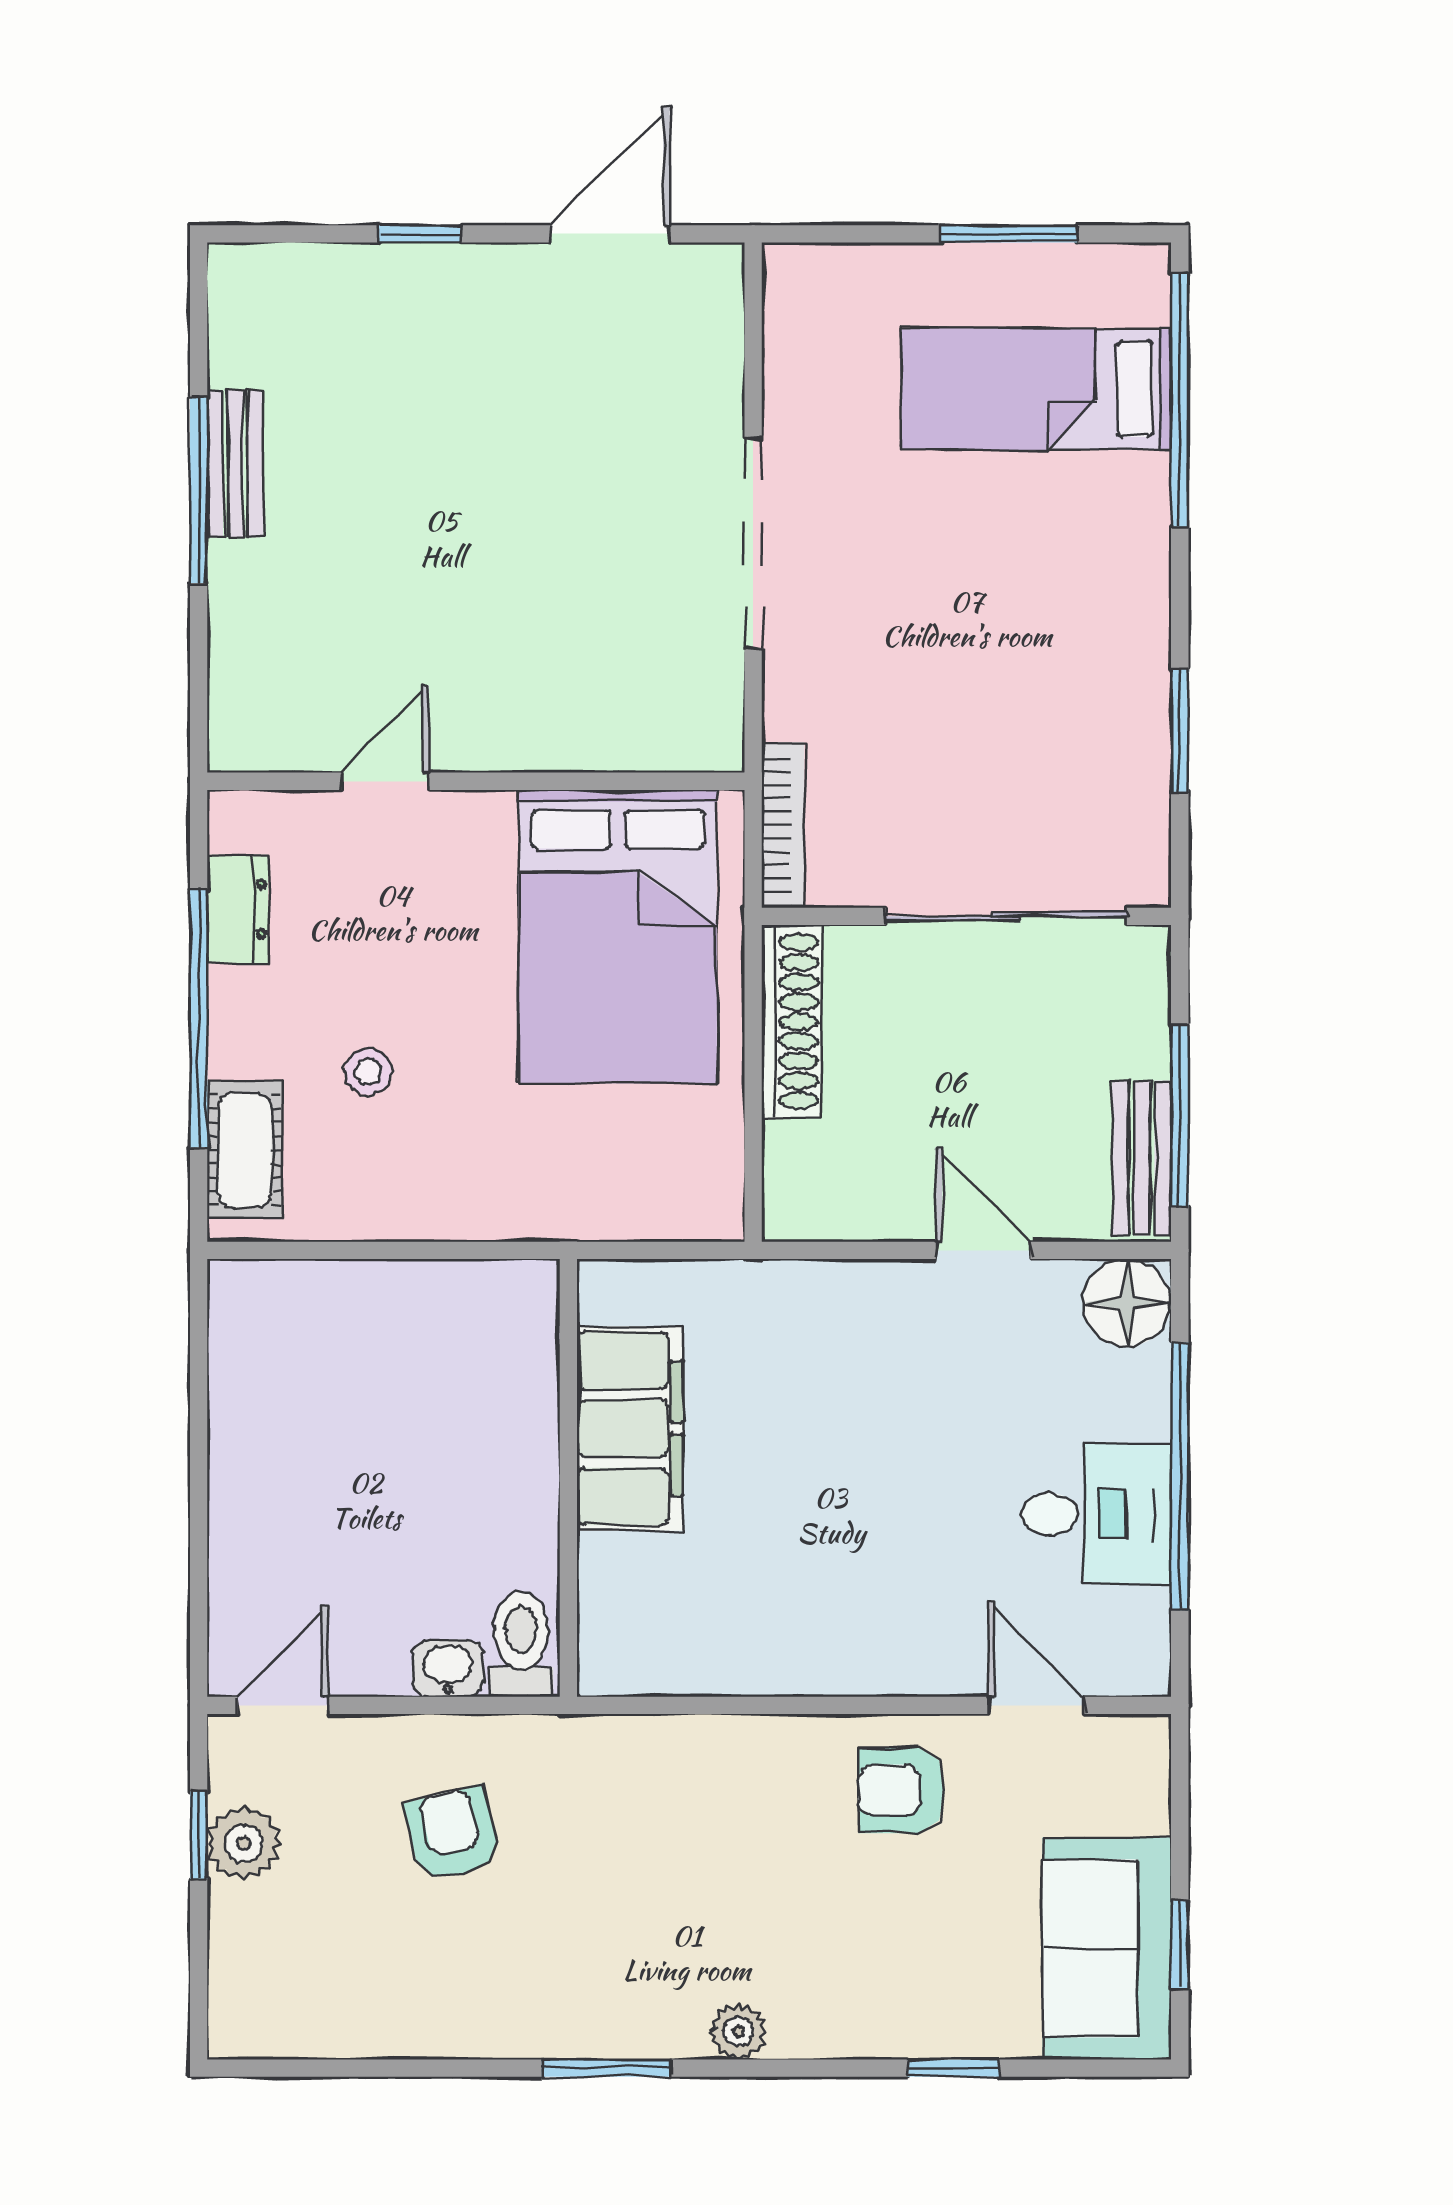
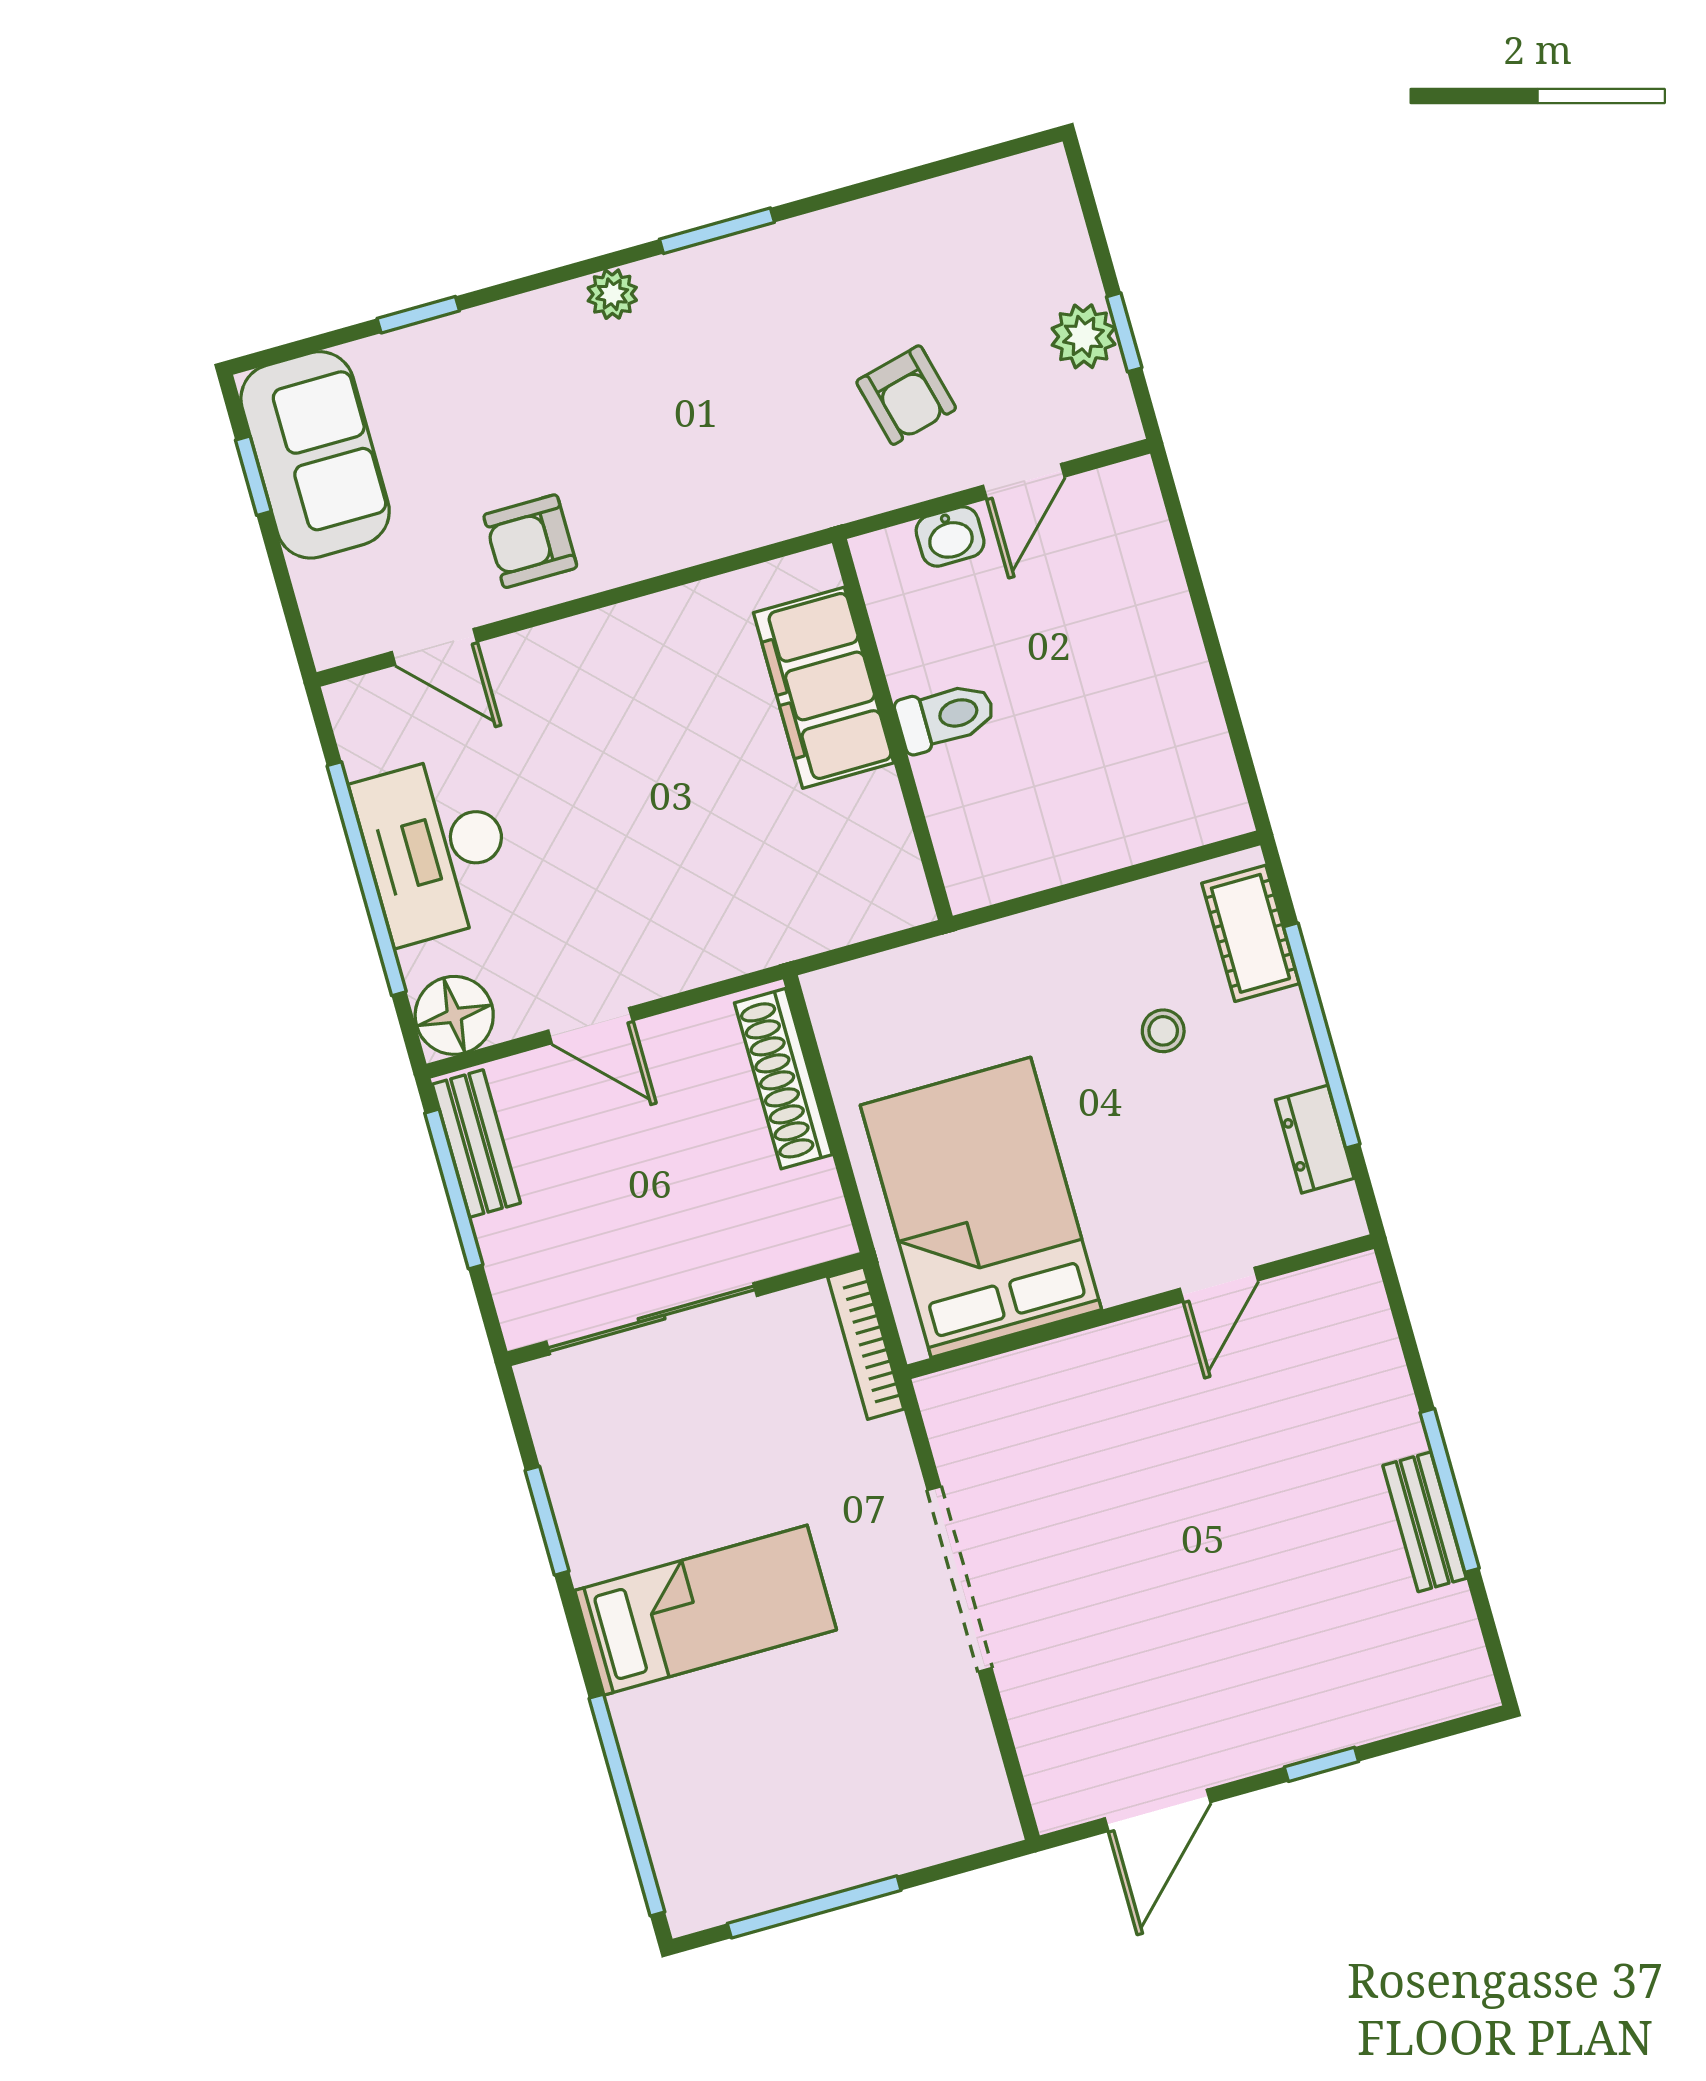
window: (1009, 234) -> (814, 1907), width x1.44
bed: (1036, 389) -> (706, 1610), moved
shoe rack: (792, 1021) -> (783, 1079), moved
filing cabinet: (630, 1429) -> (824, 688), moved
desk: (1096, 1514) -> (436, 849), width x1.37
toilet: (521, 1644) -> (946, 717), moved, turned -90
door: (283, 1705) -> (1024, 481), moved
armchair: (901, 1790) -> (530, 541), turned 180

